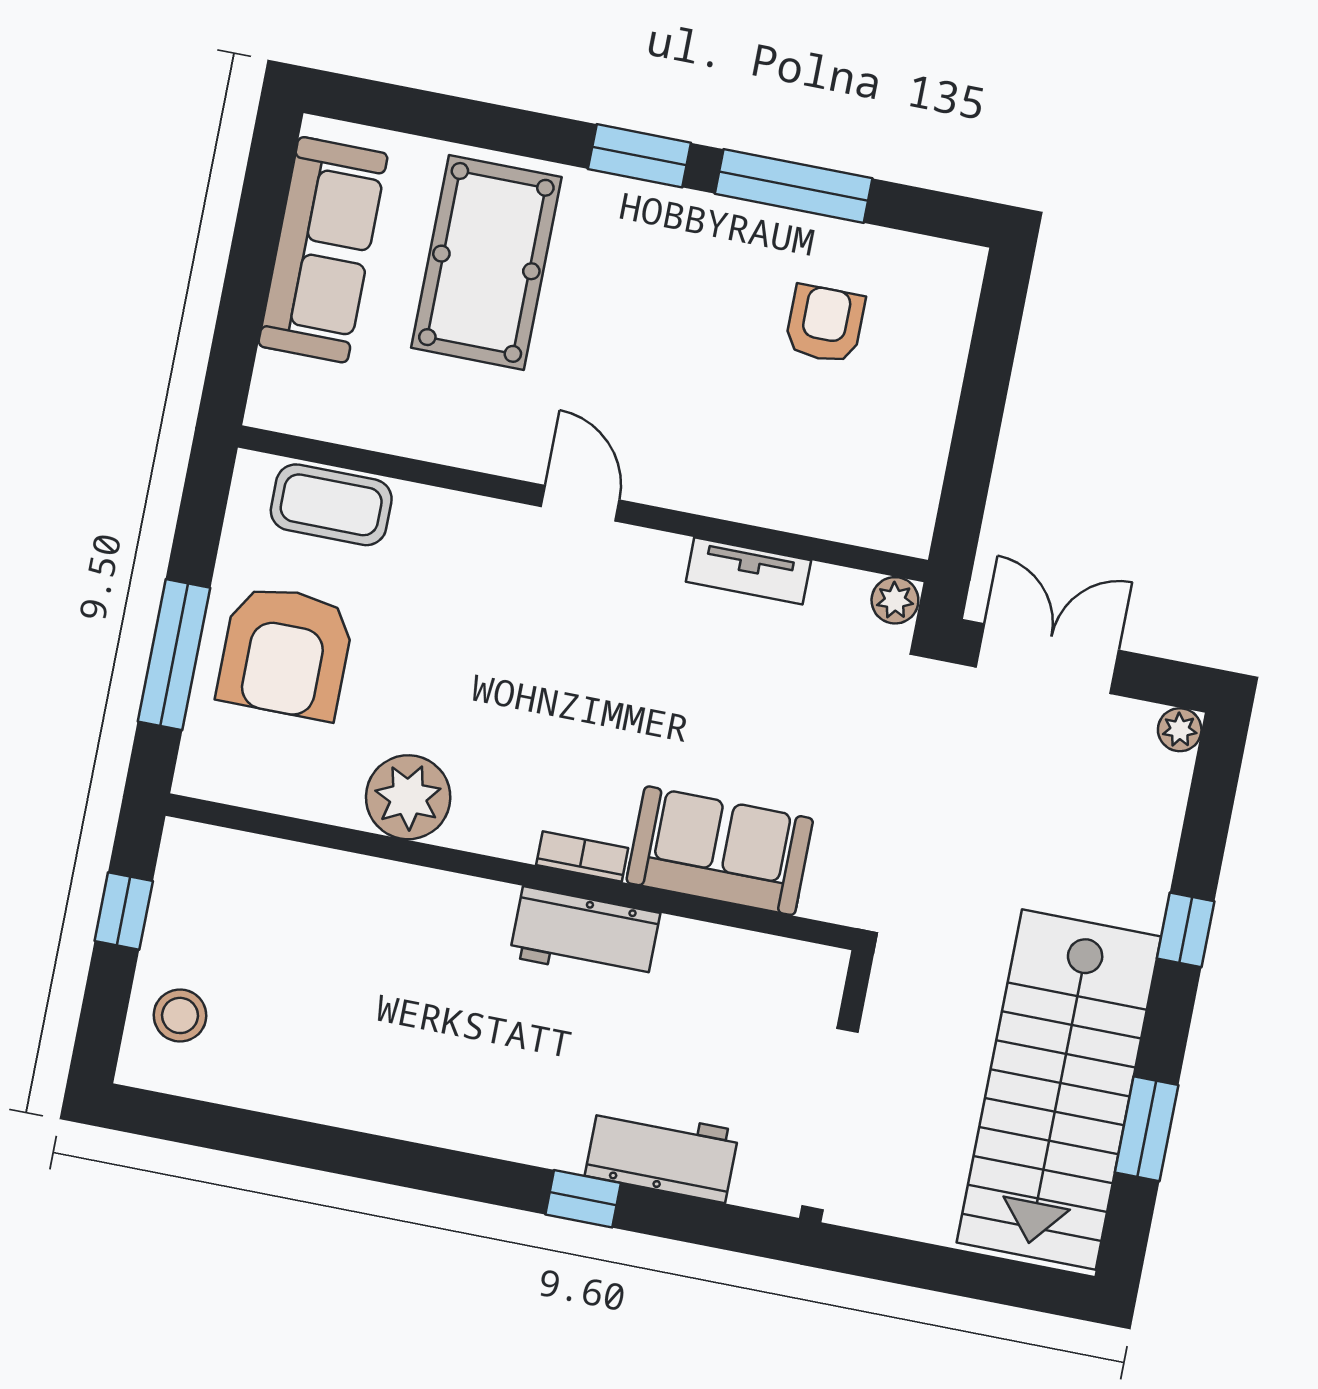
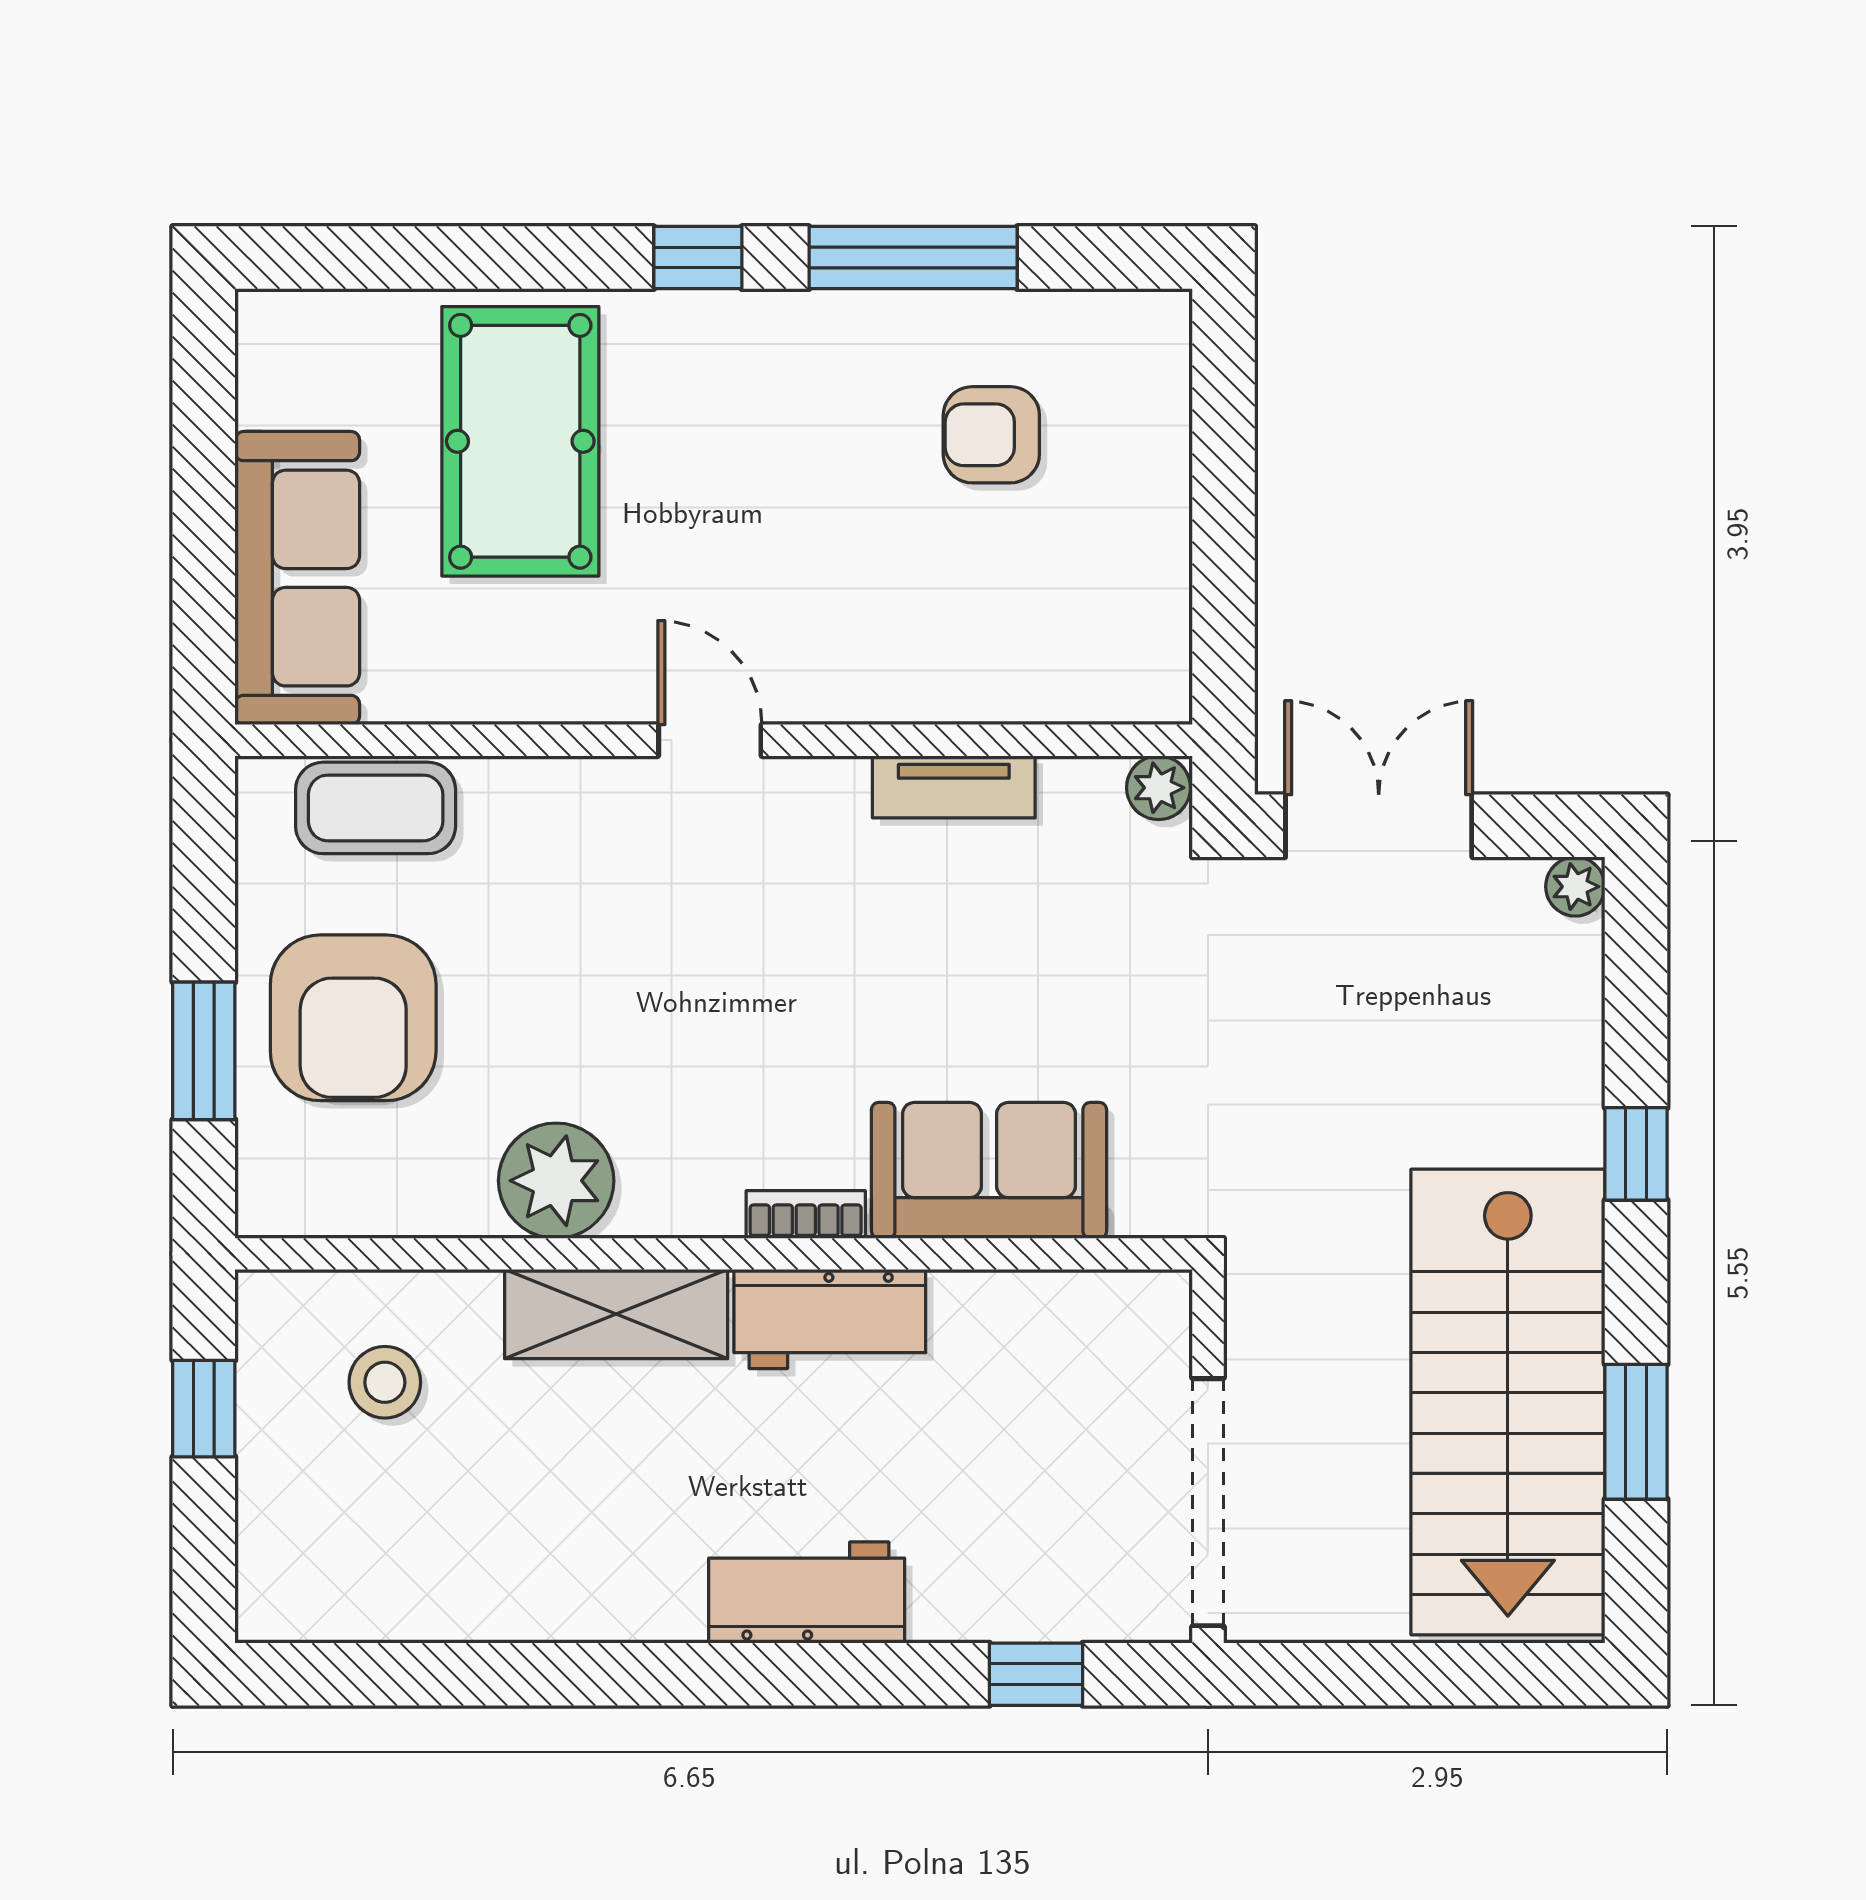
window: (639, 156) -> (698, 258), width x0.67
sofa: (323, 250) -> (297, 578), moved
armchair: (825, 324) -> (991, 435), turned -90
window: (174, 655) -> (204, 1051), width x0.69
shelving: (432, 901) -> (616, 1314), added
stool: (180, 1015) -> (385, 1382), moved
workbench: (662, 1153) -> (807, 1593), moved
window: (583, 1199) -> (1036, 1674), moved

